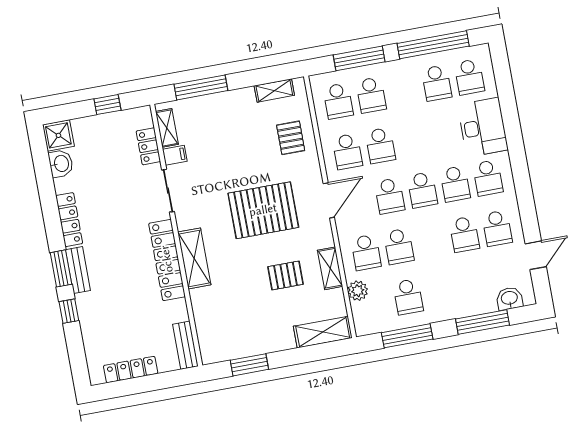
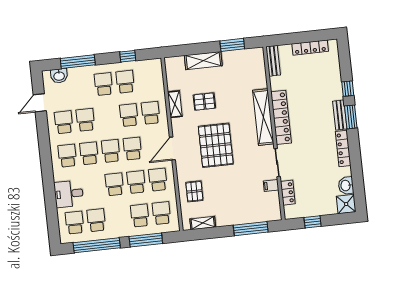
desk: (483, 127) -> (69, 194), width x0.73
shelving: (167, 128) -> (275, 204), removed
school desk: (413, 139) -> (114, 184), added
pallet: (263, 210) -> (216, 145), turned 90
shelving: (194, 258) -> (263, 117), width x1.47
plant: (358, 291) -> (158, 88), removed
school desk: (441, 291) -> (104, 84), added
shelving: (323, 332) -> (203, 61), moved
window: (407, 336) -> (128, 56), width x0.46

